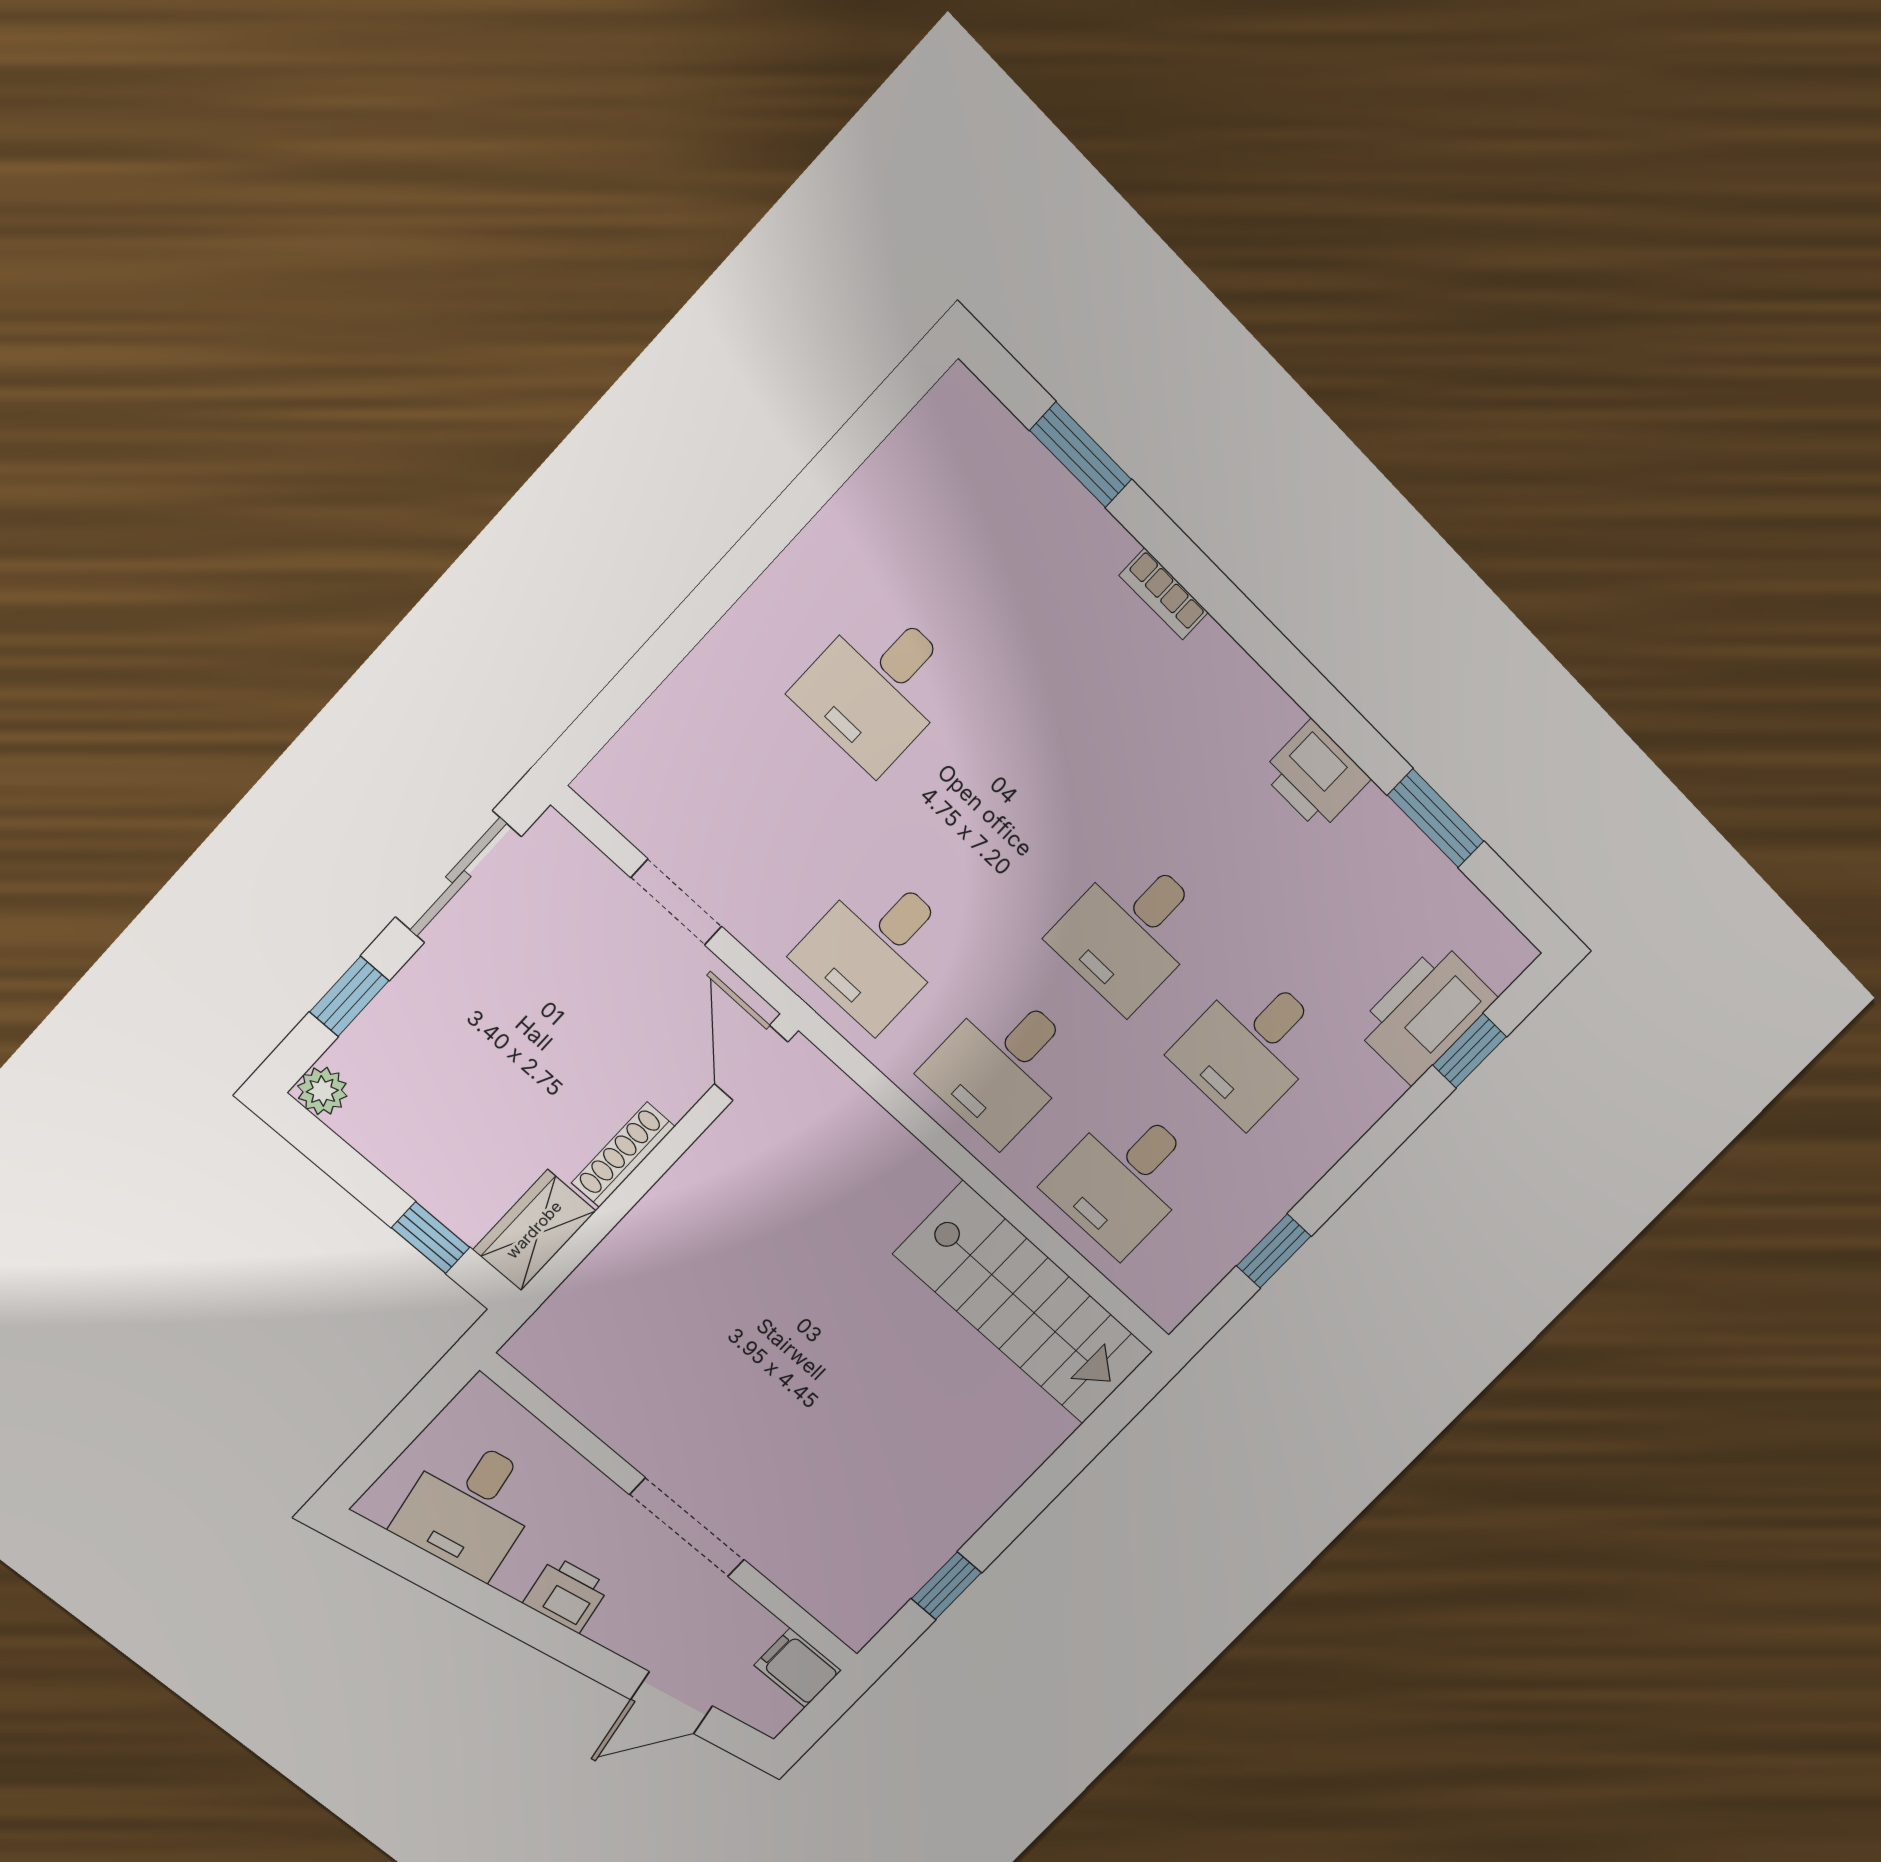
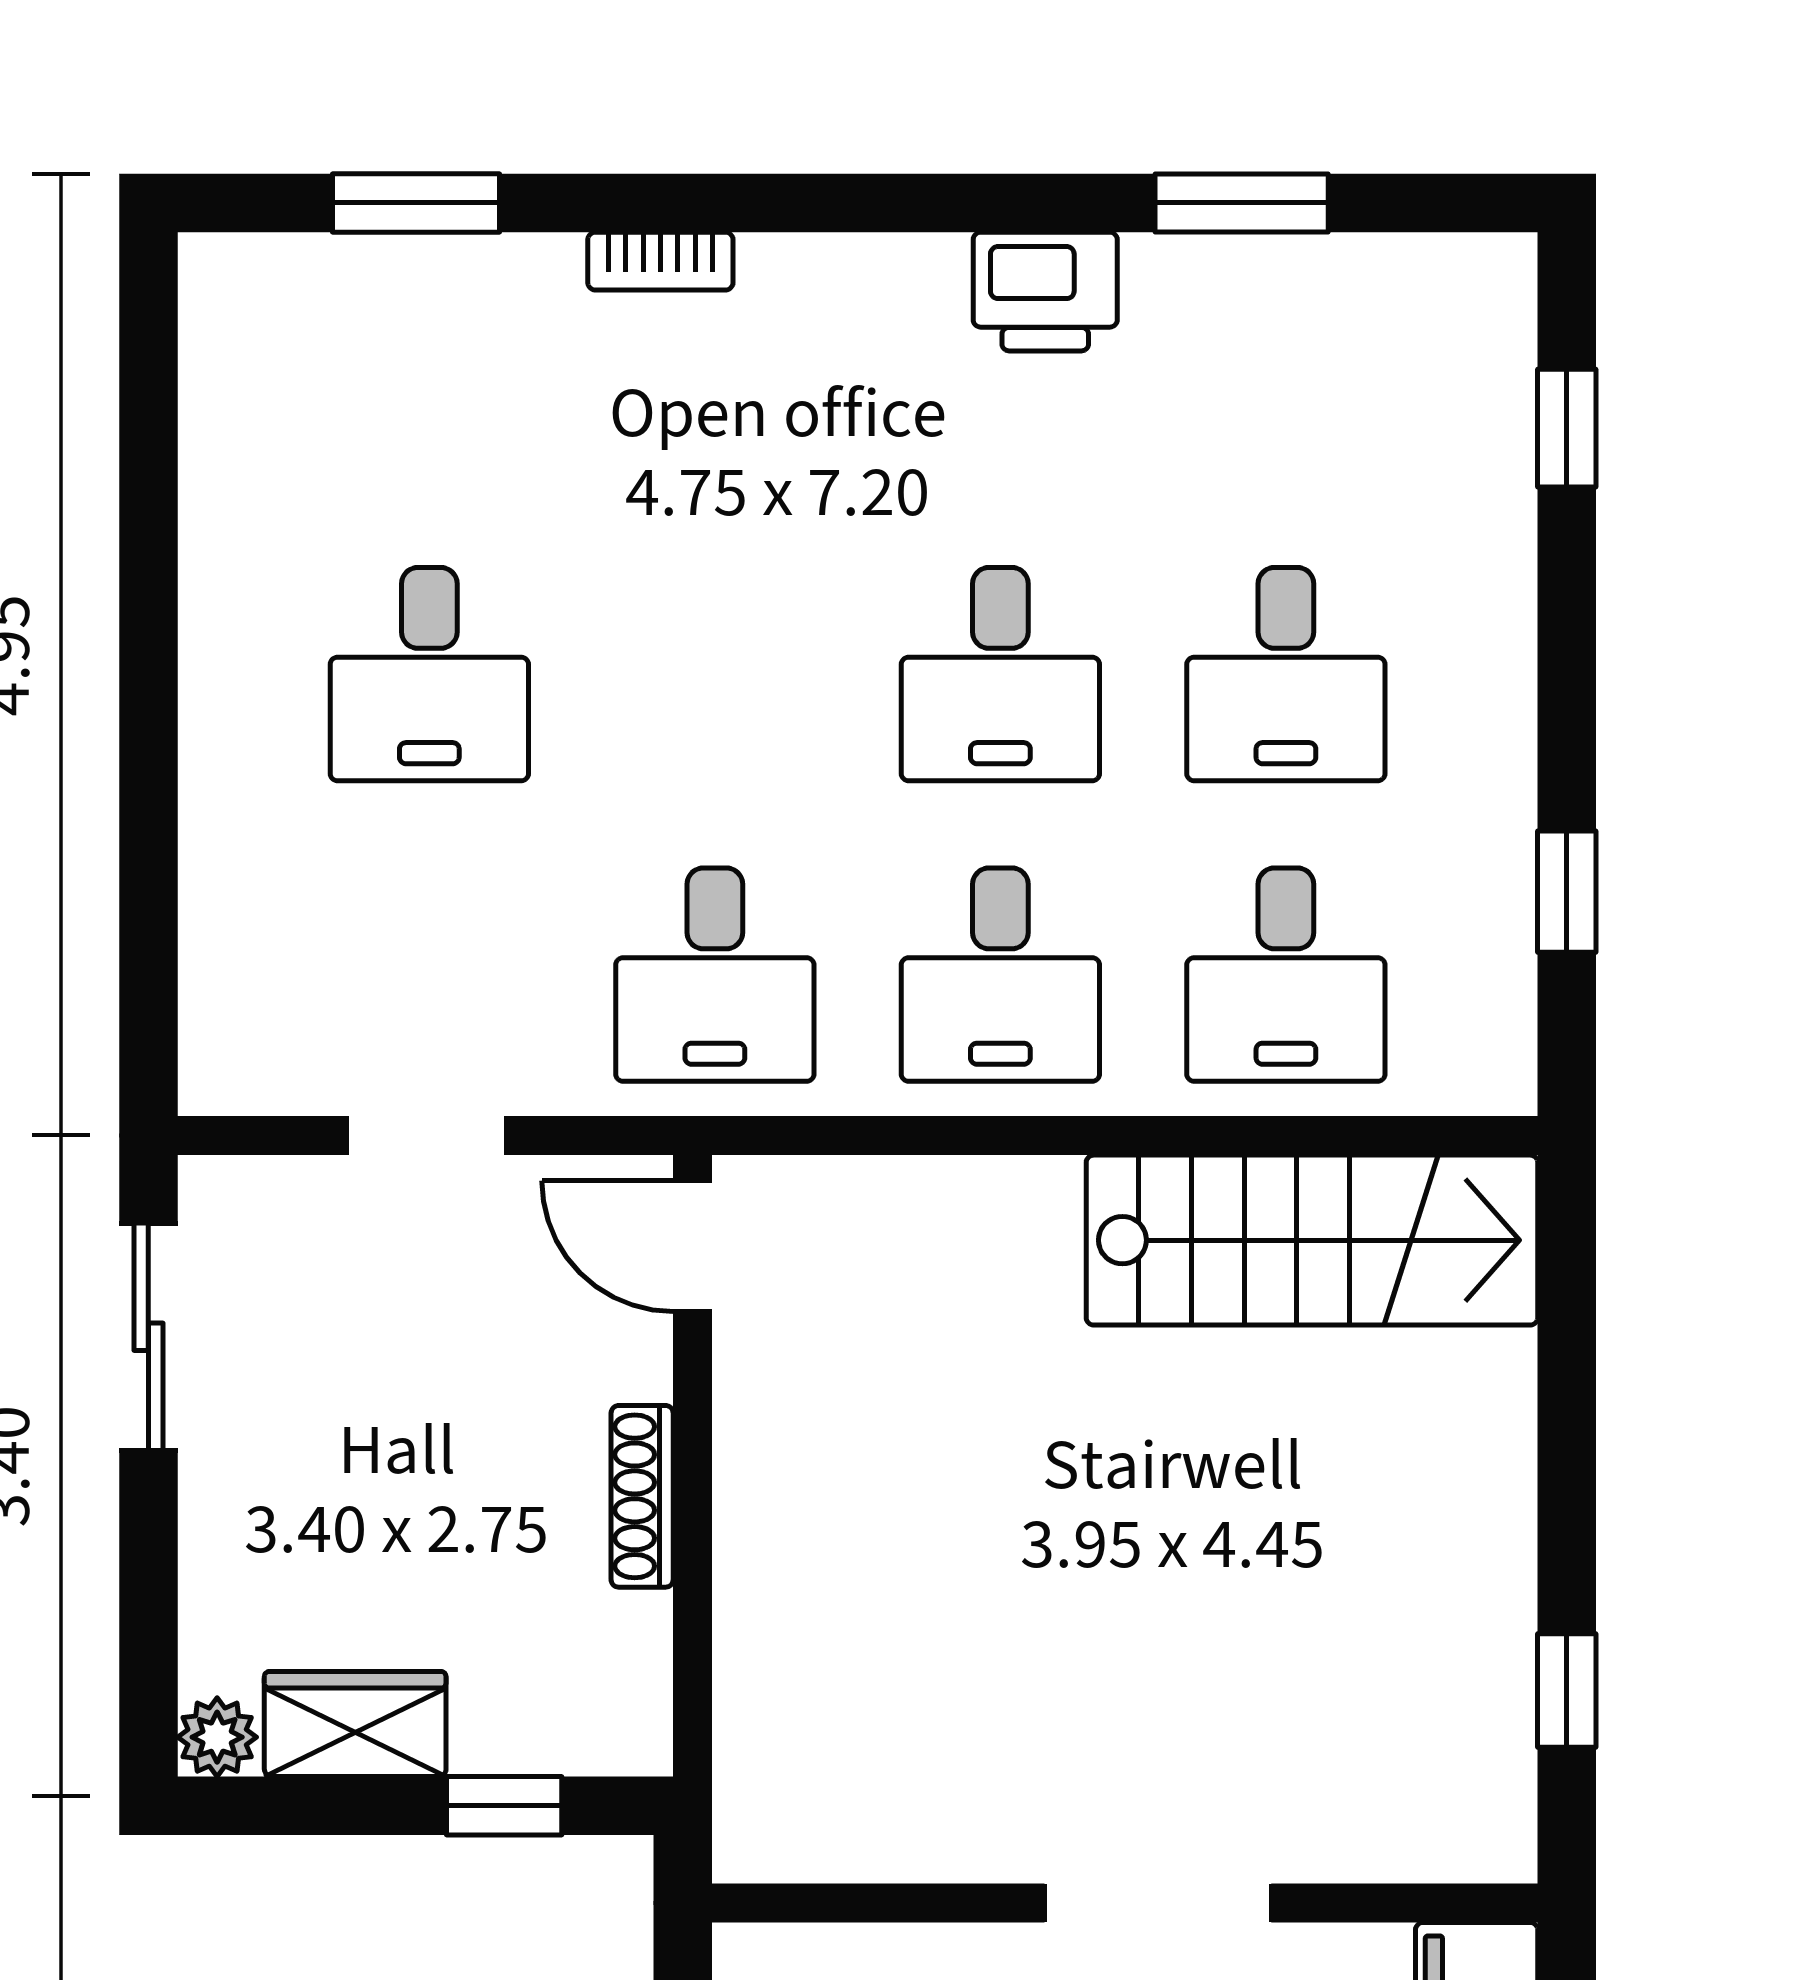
window: (349, 996) -> (148, 1593), removed
printer: (1426, 1013) -> (1464, 435), removed
wardrobe: (534, 1230) -> (355, 1724), moved, turned 90

